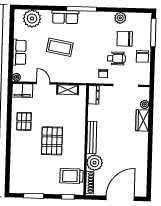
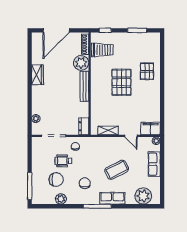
coffee table: (60, 47) -> (117, 170), turned -37
chair: (142, 56) -> (85, 183), moved
wardrobe: (142, 120) -> (37, 75), moved
pallet: (24, 121) -> (147, 71), moved

